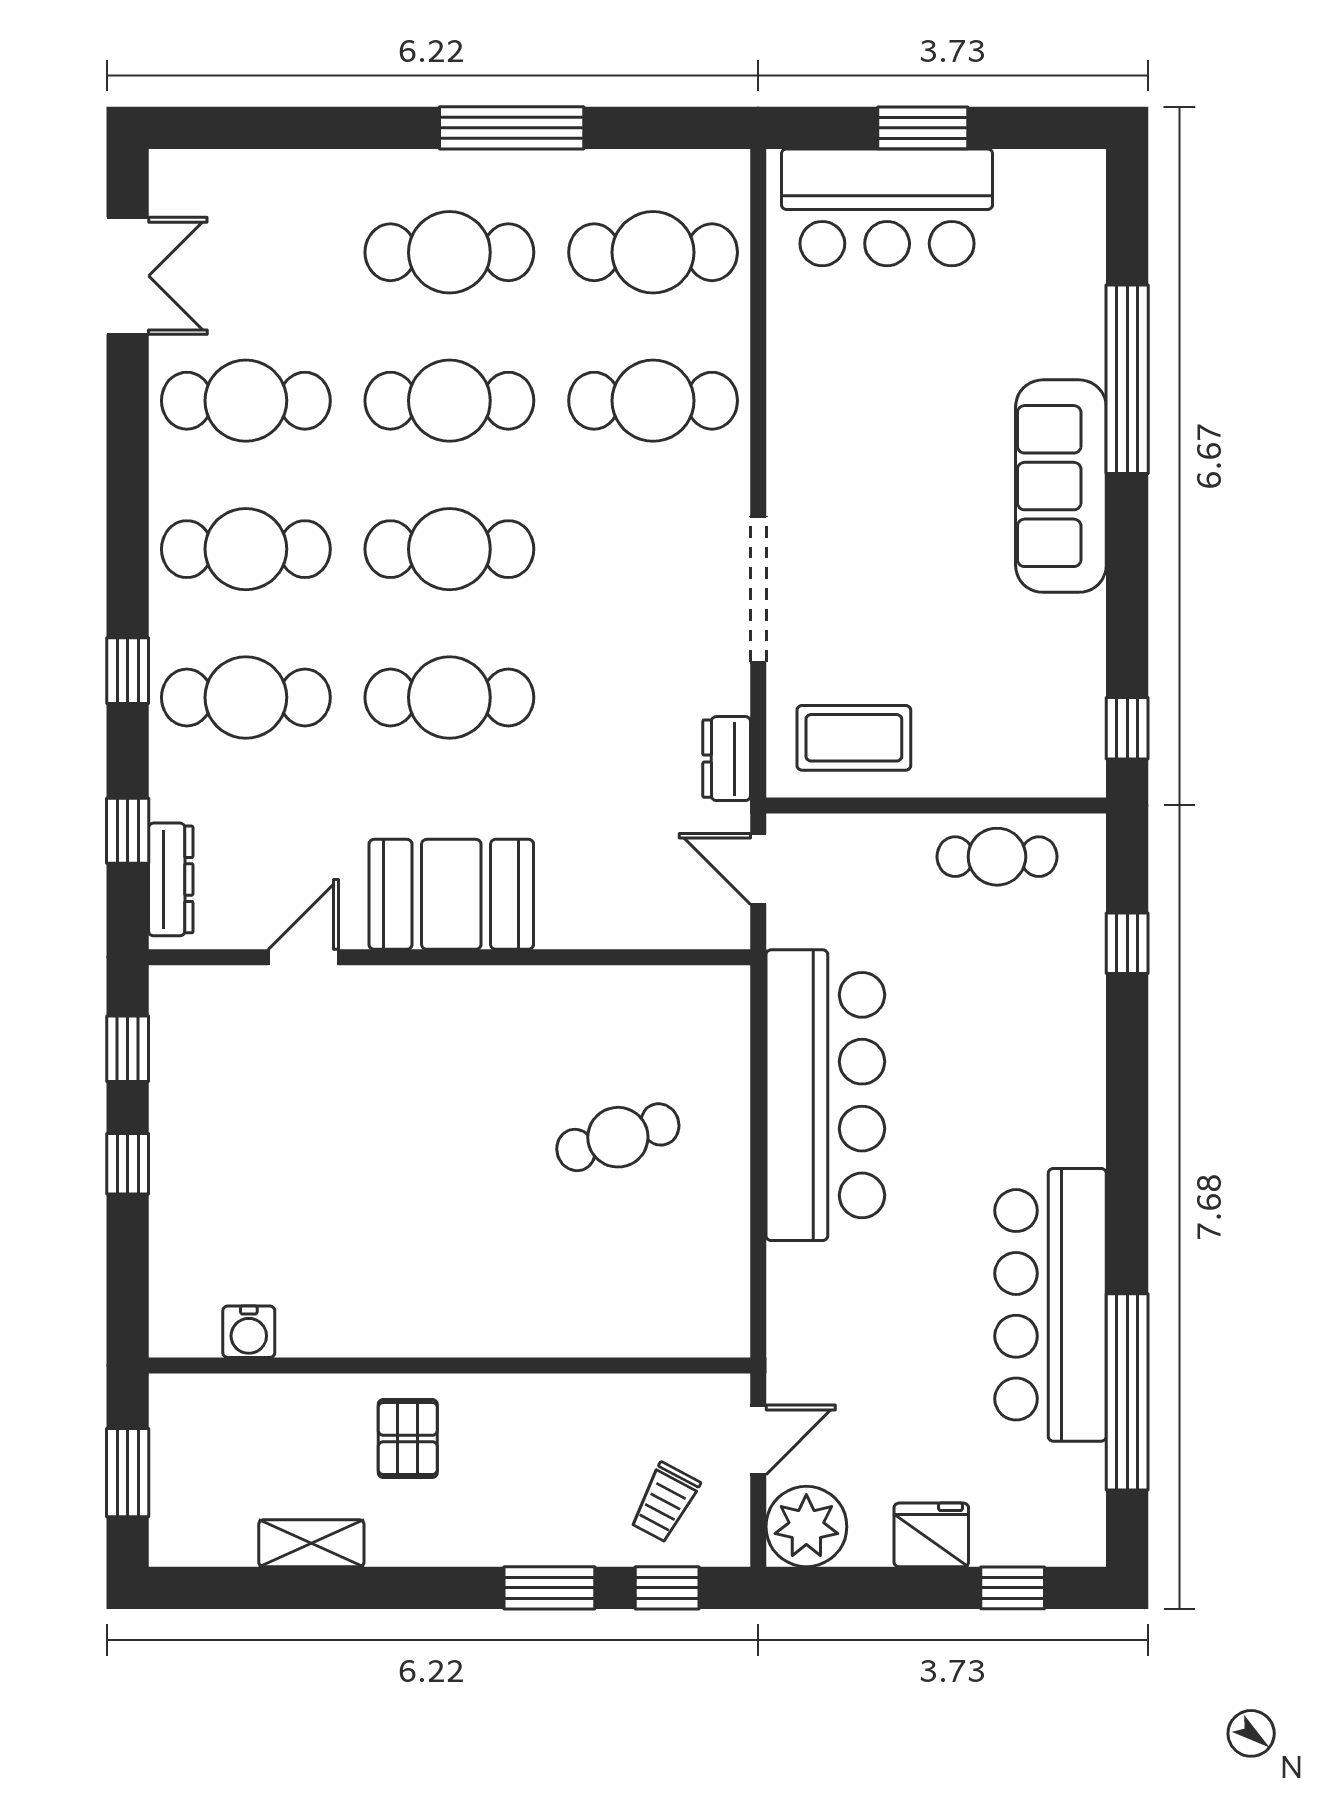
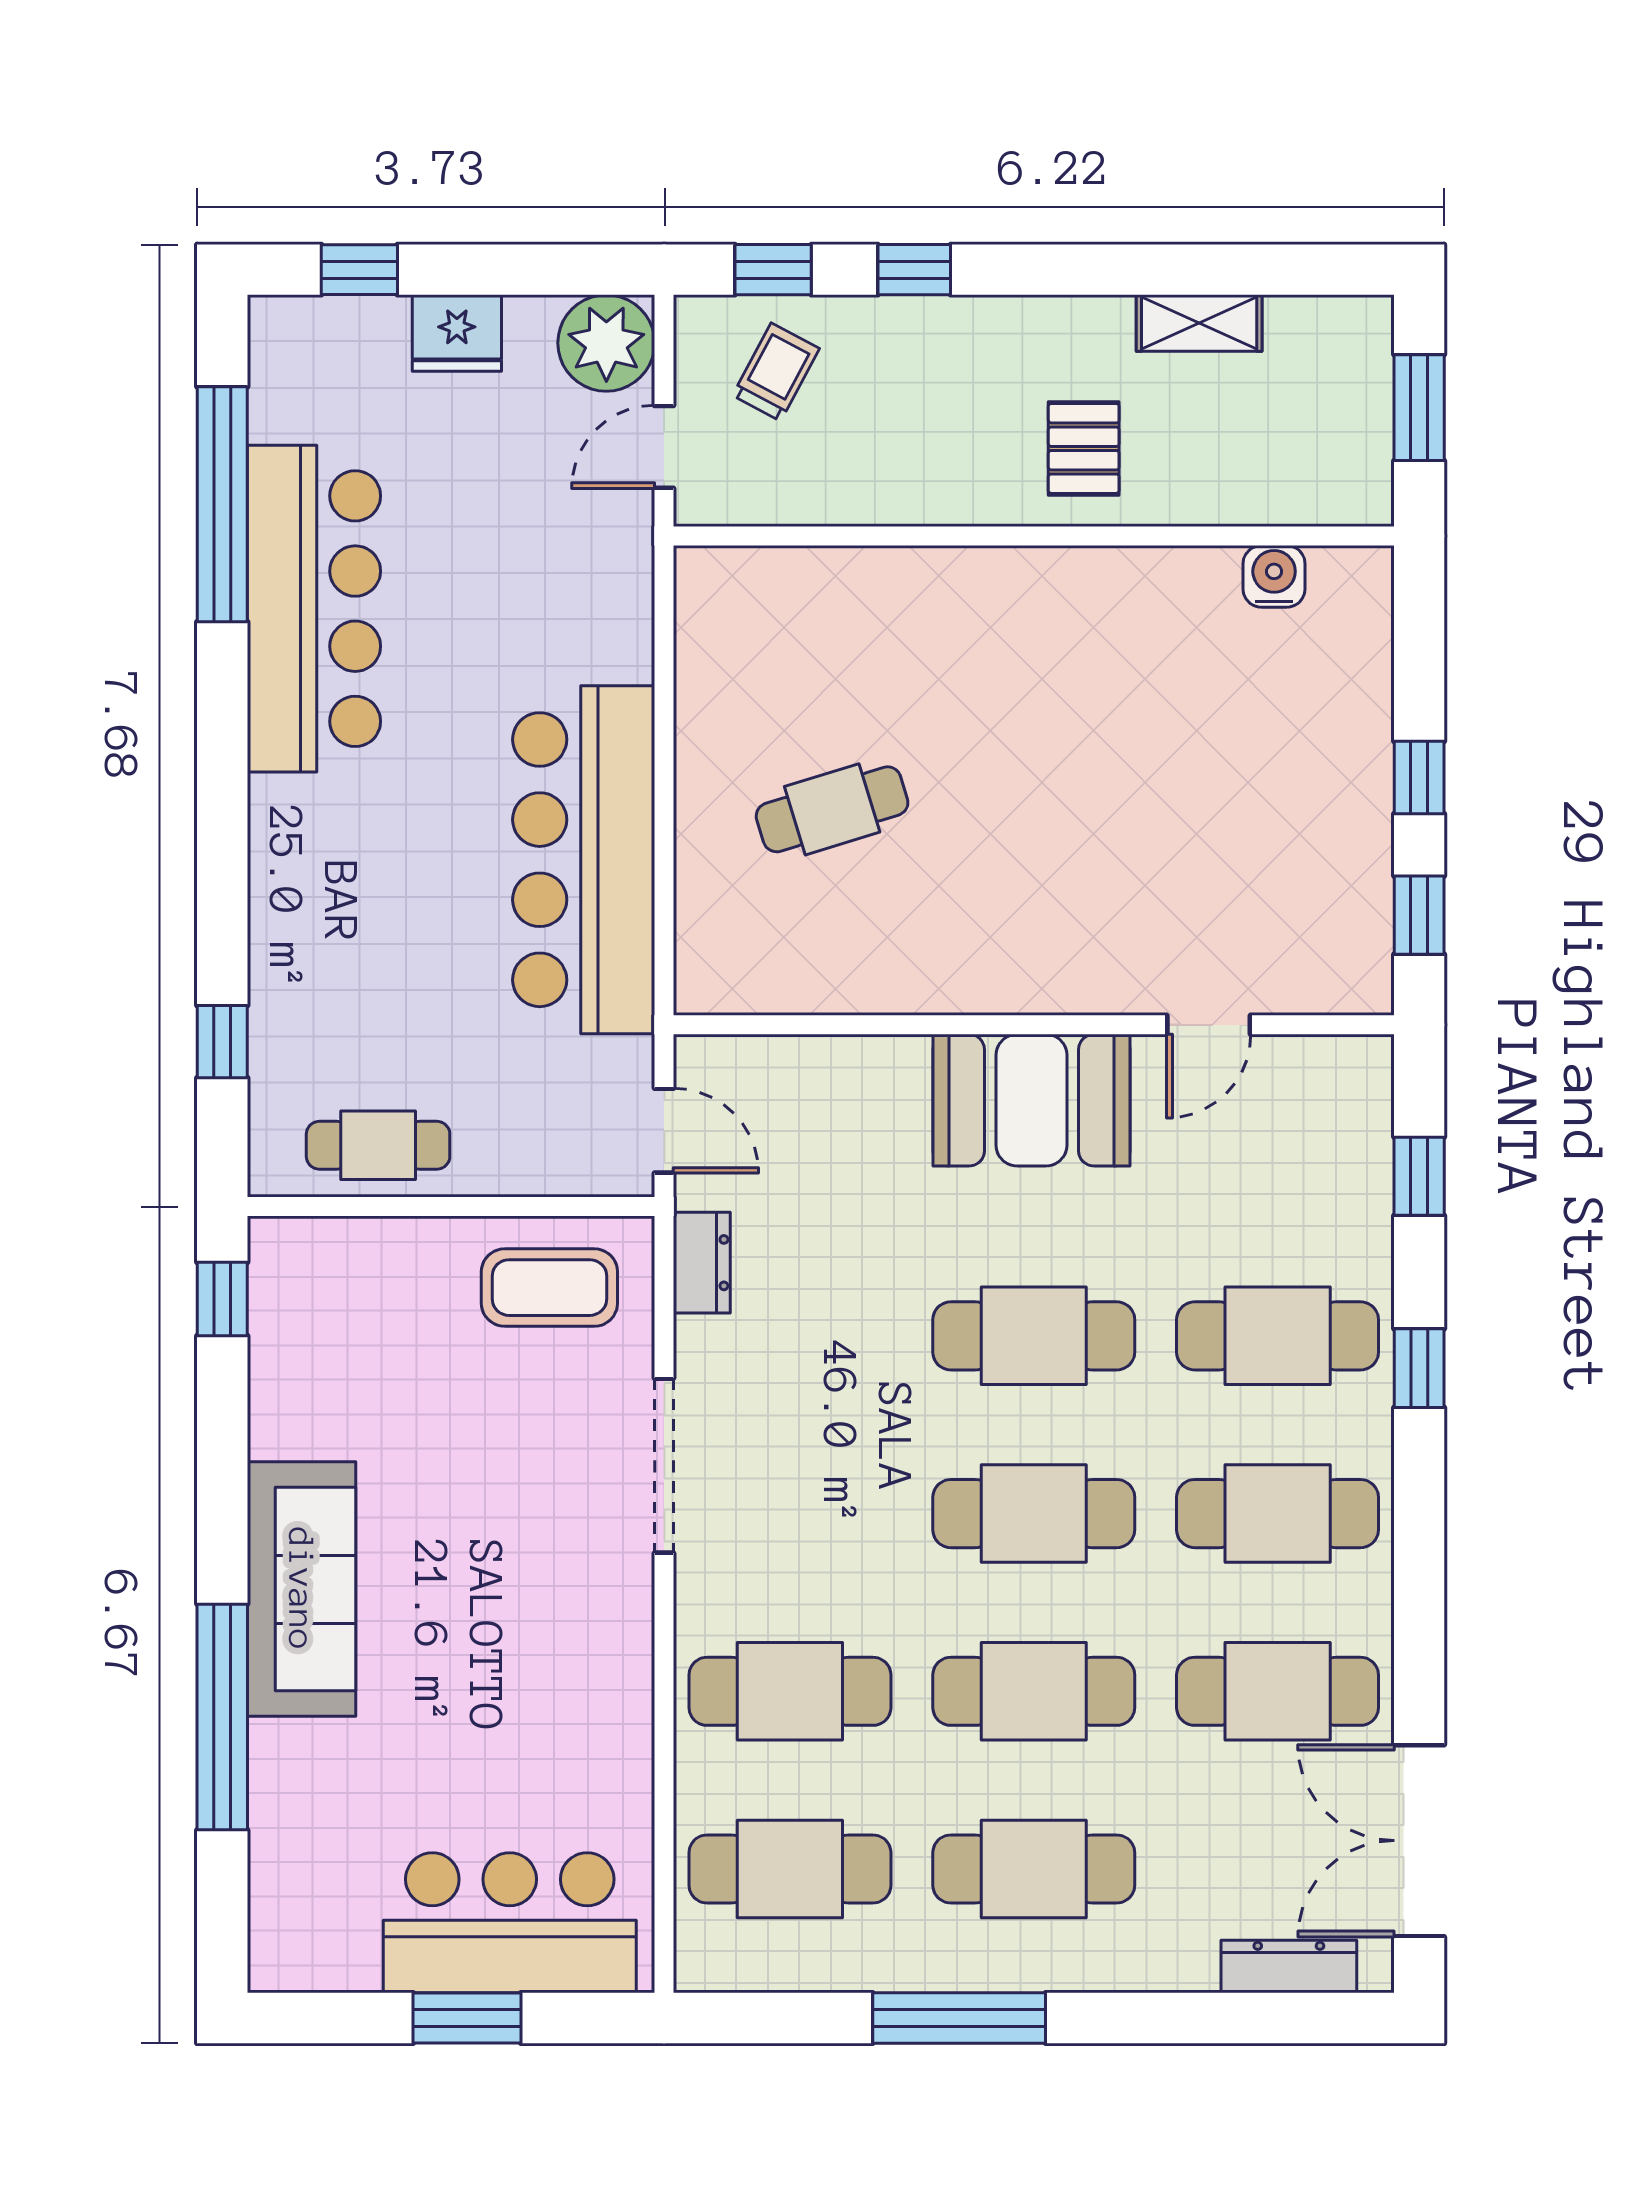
double door: (128, 276) -> (1419, 1841), width x1.37
dresser: (171, 879) -> (1289, 1966), moved, turned 90
window: (549, 1588) -> (914, 270), width x0.67

